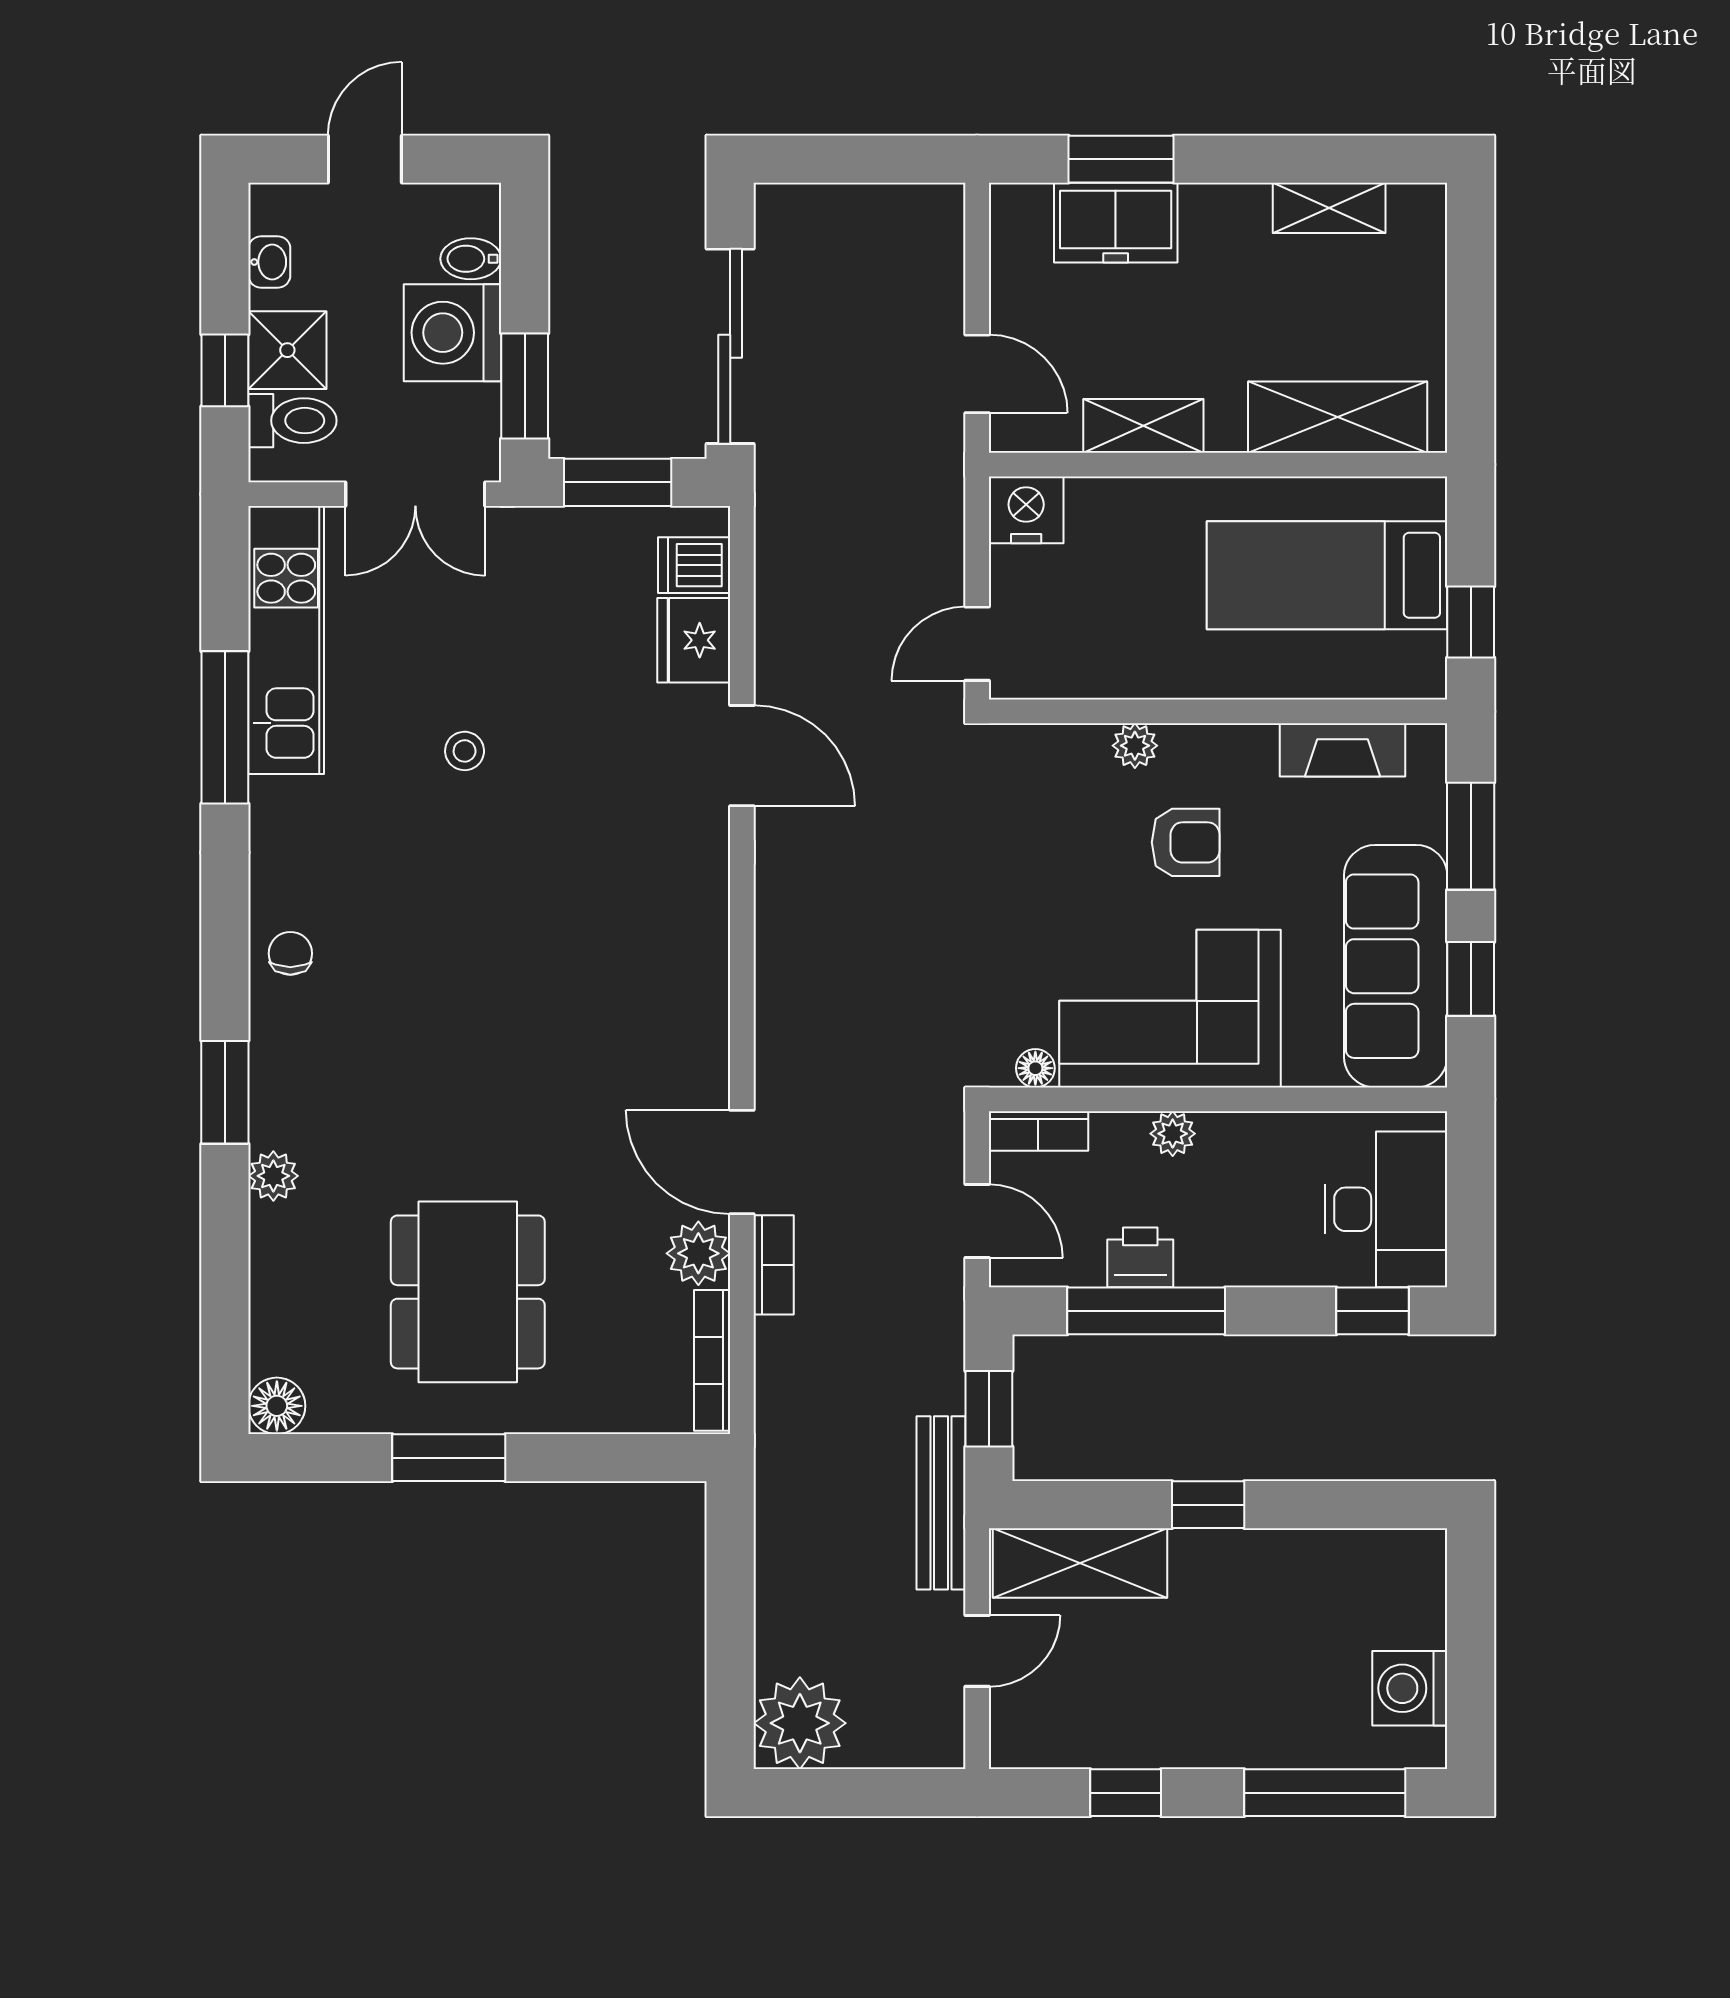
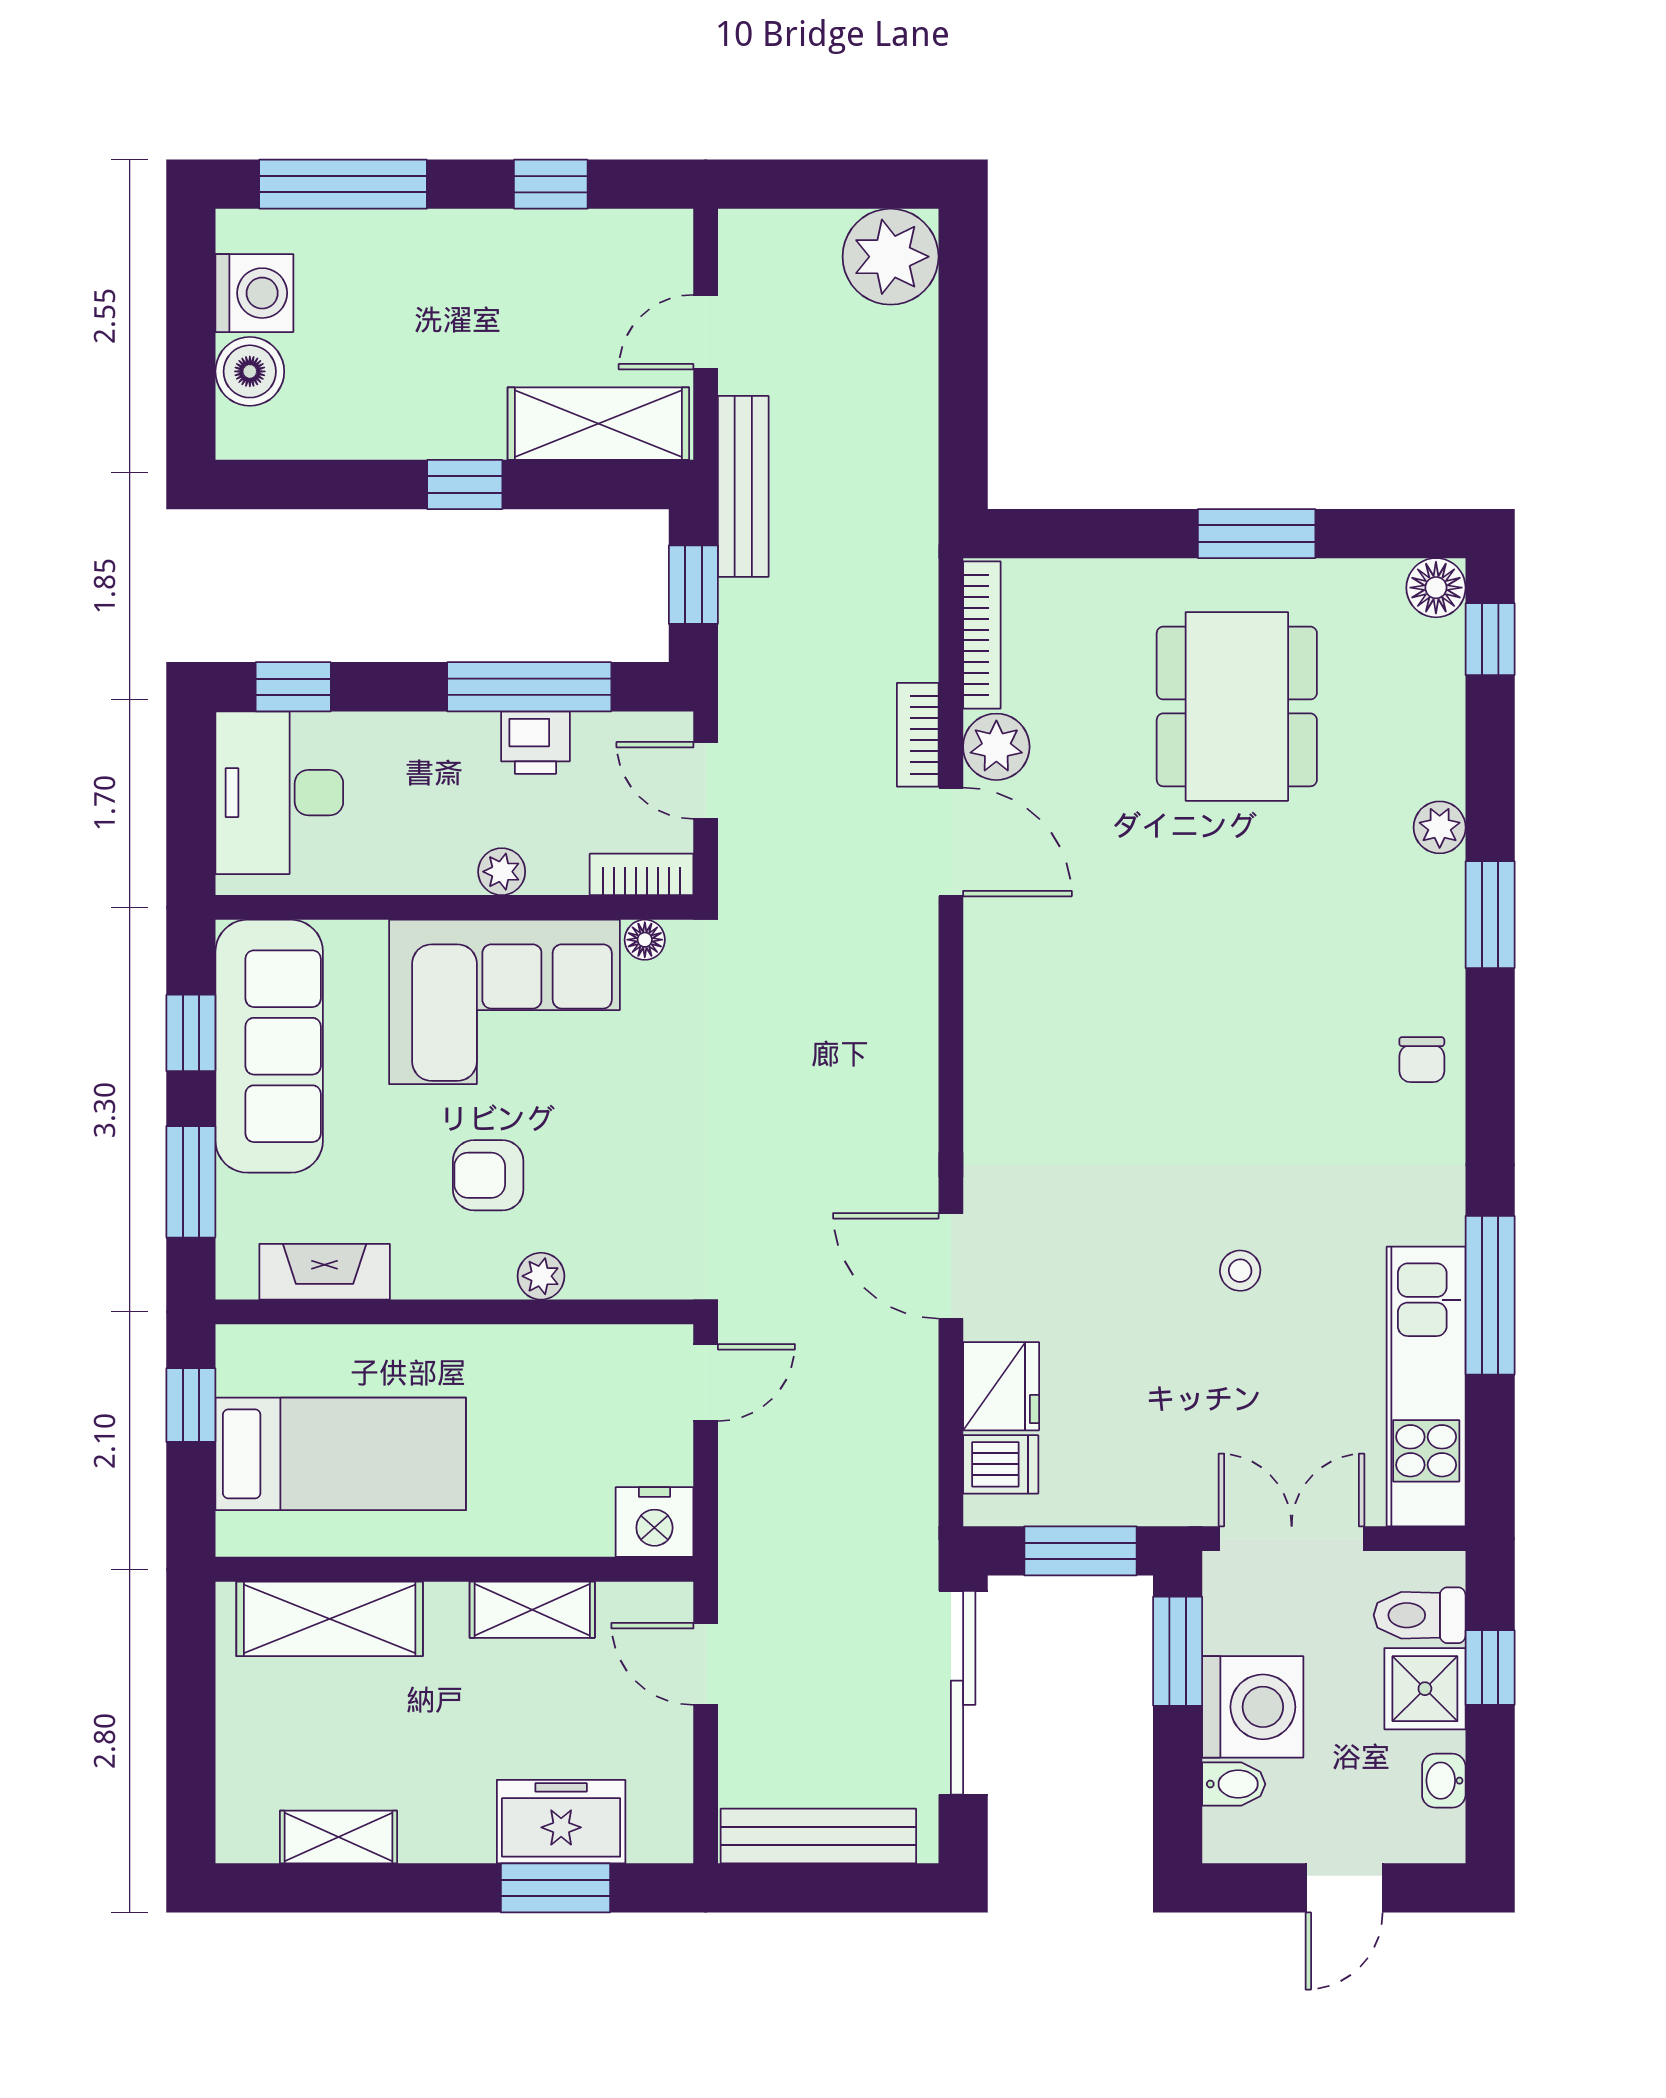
bench: (869, 209) -> (818, 1836), added
window: (225, 1356) -> (1490, 639), added
boiler: (1414, 1613) -> (250, 371), added

